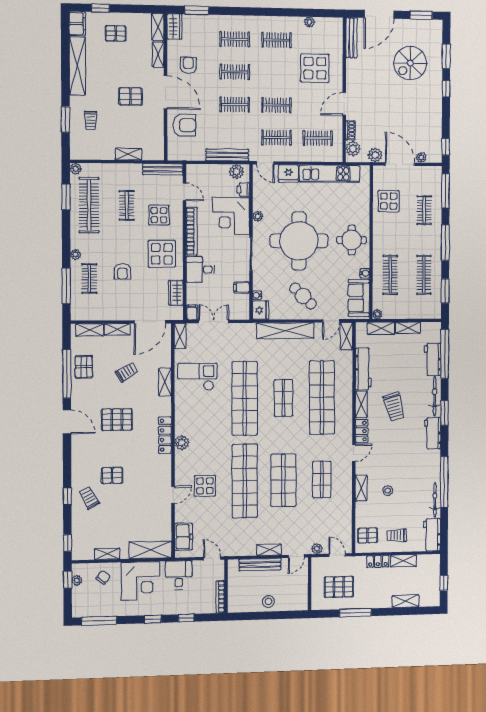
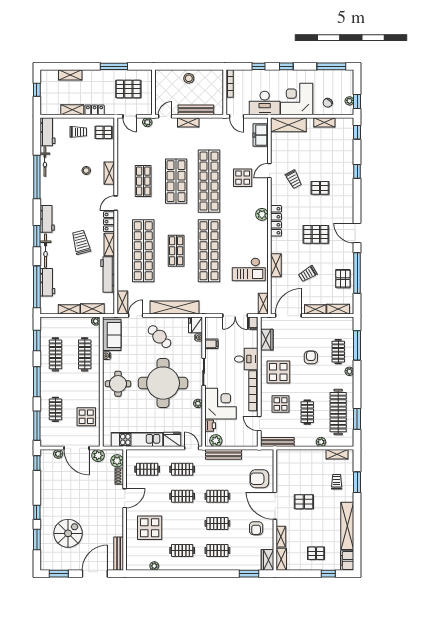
shelving: (128, 154) -> (337, 454), moved
plant: (76, 169) -> (321, 442), moved
trolley: (89, 498) -> (294, 179), moved
desk: (179, 575) -> (265, 103), width x1.37

